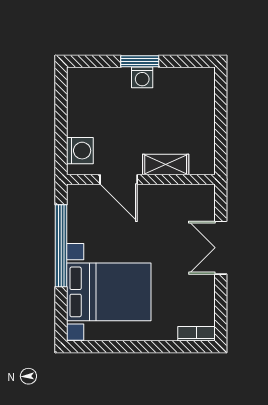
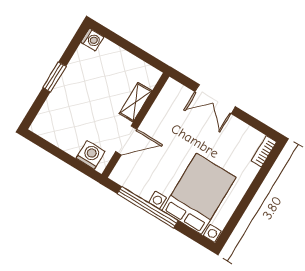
washing machine: (142, 77) -> (92, 40), moved

